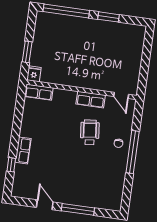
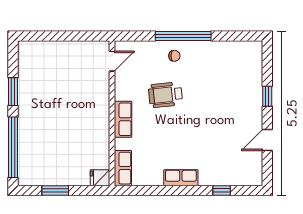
window: (27, 52) -> (55, 190), moved
row of seats: (91, 100) -> (123, 119), moved
row of seats: (23, 150) -> (181, 178), moved
window: (78, 209) -> (267, 96), width x0.46

